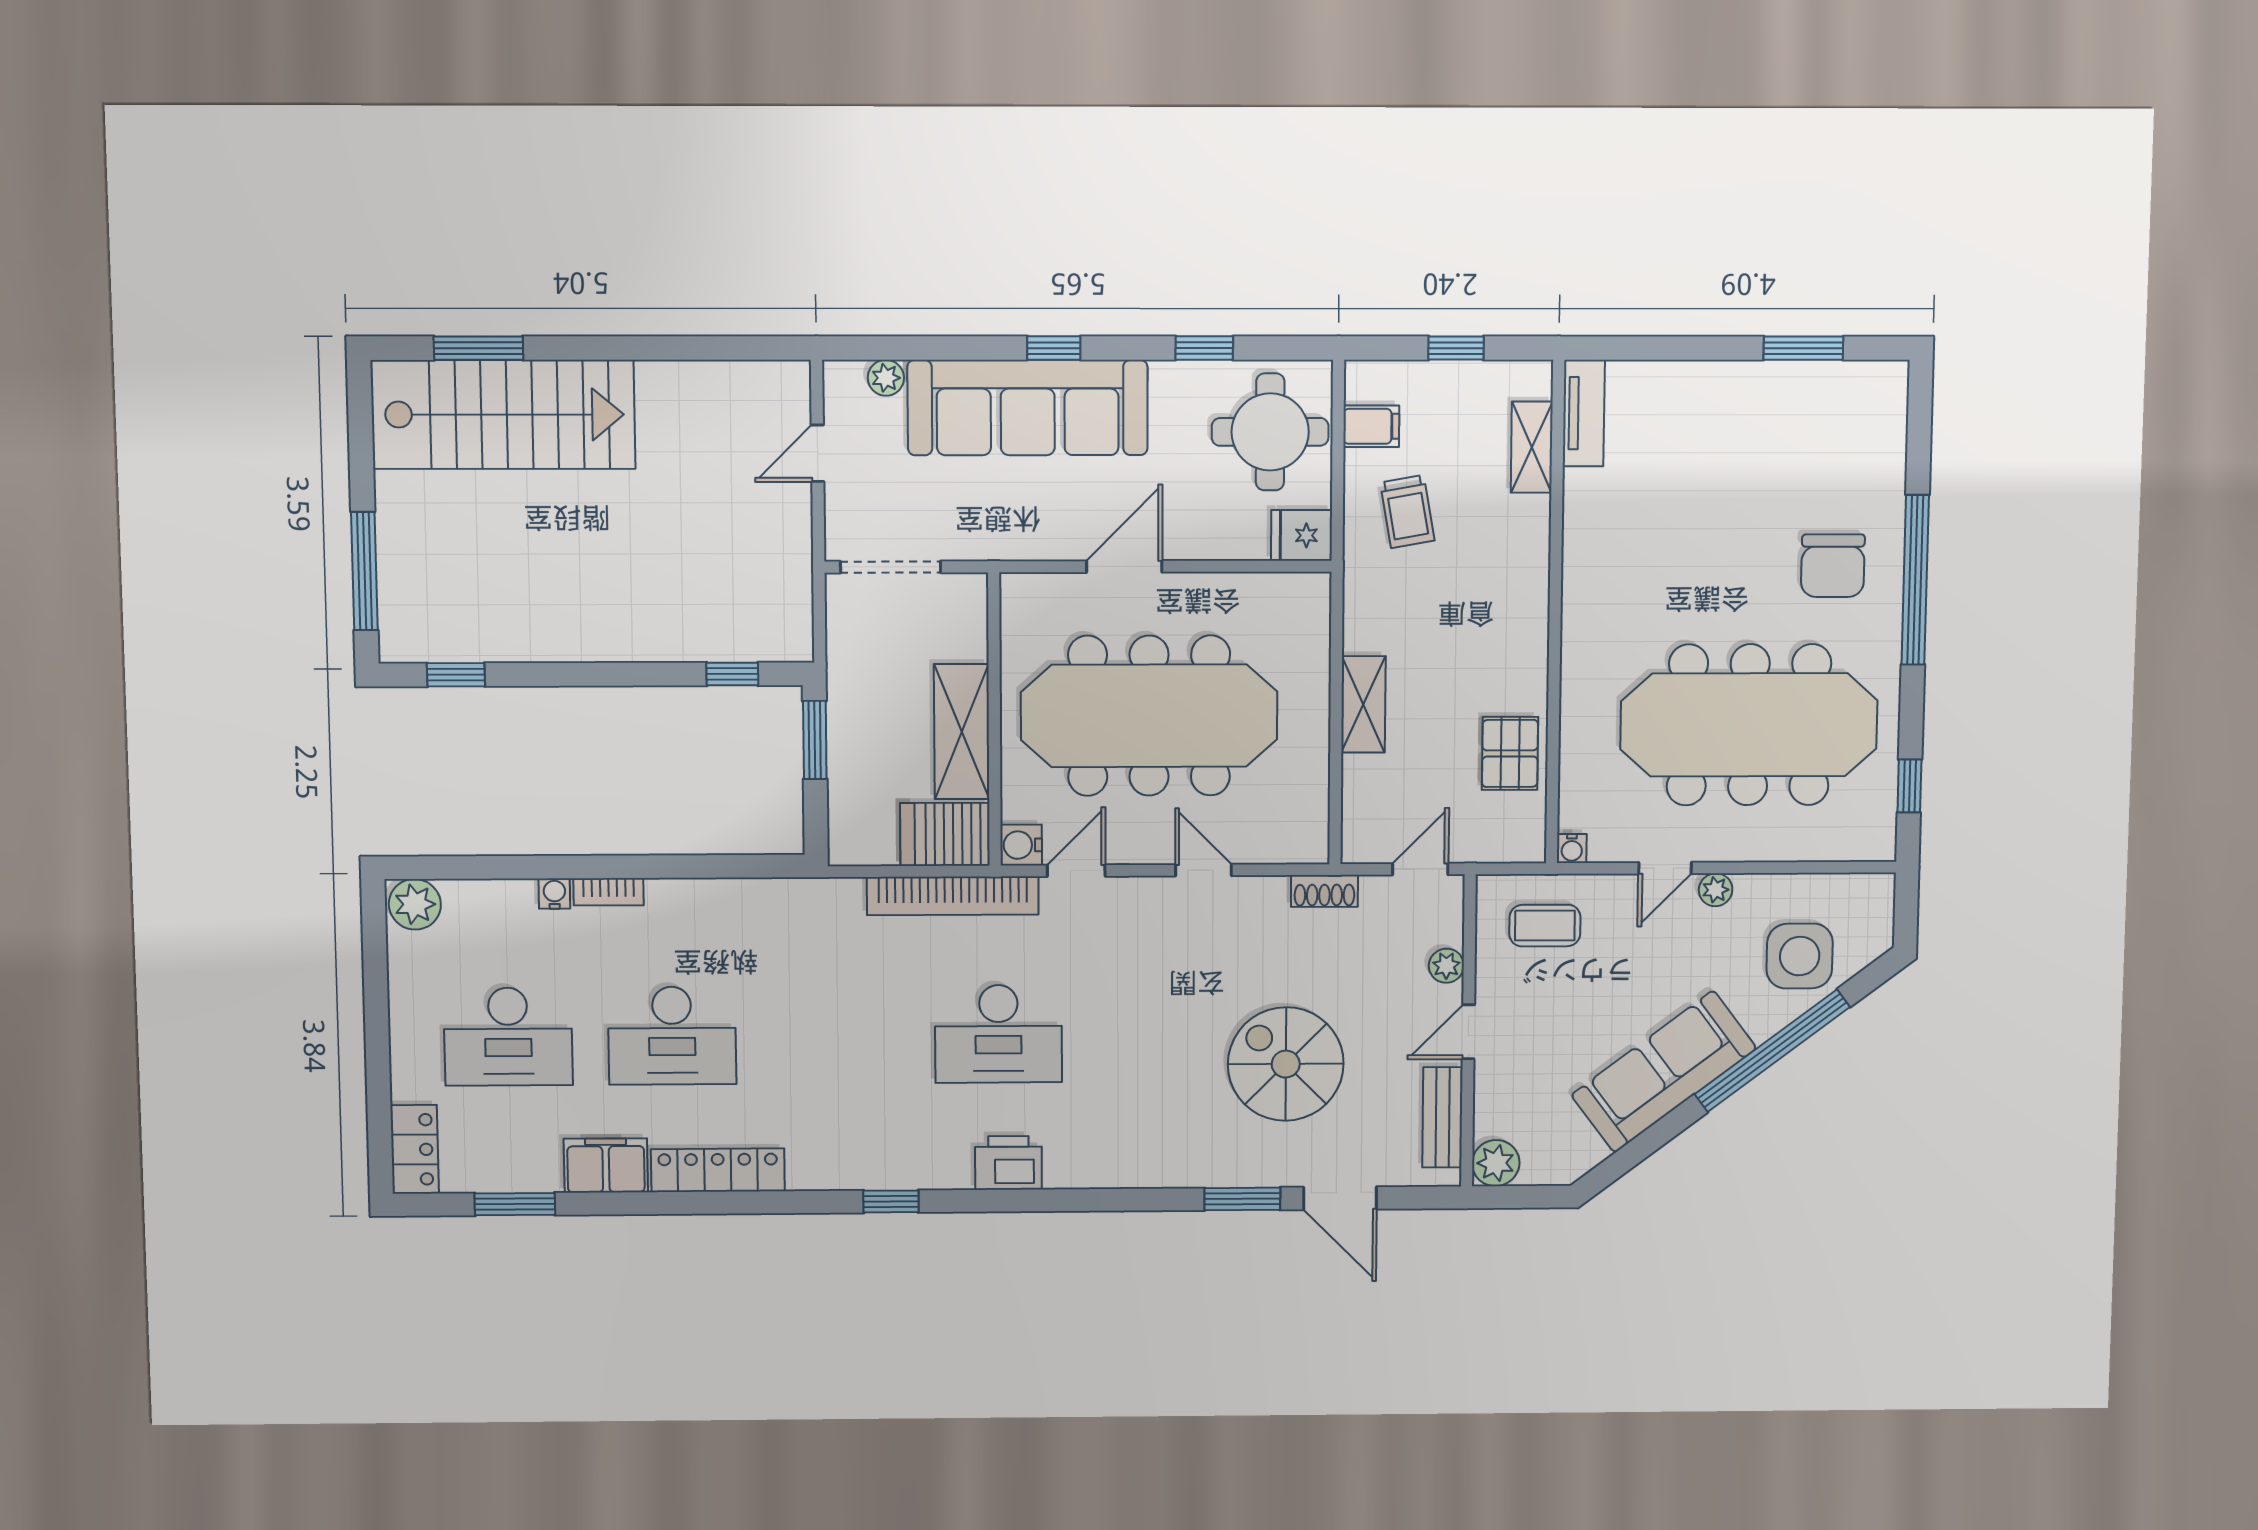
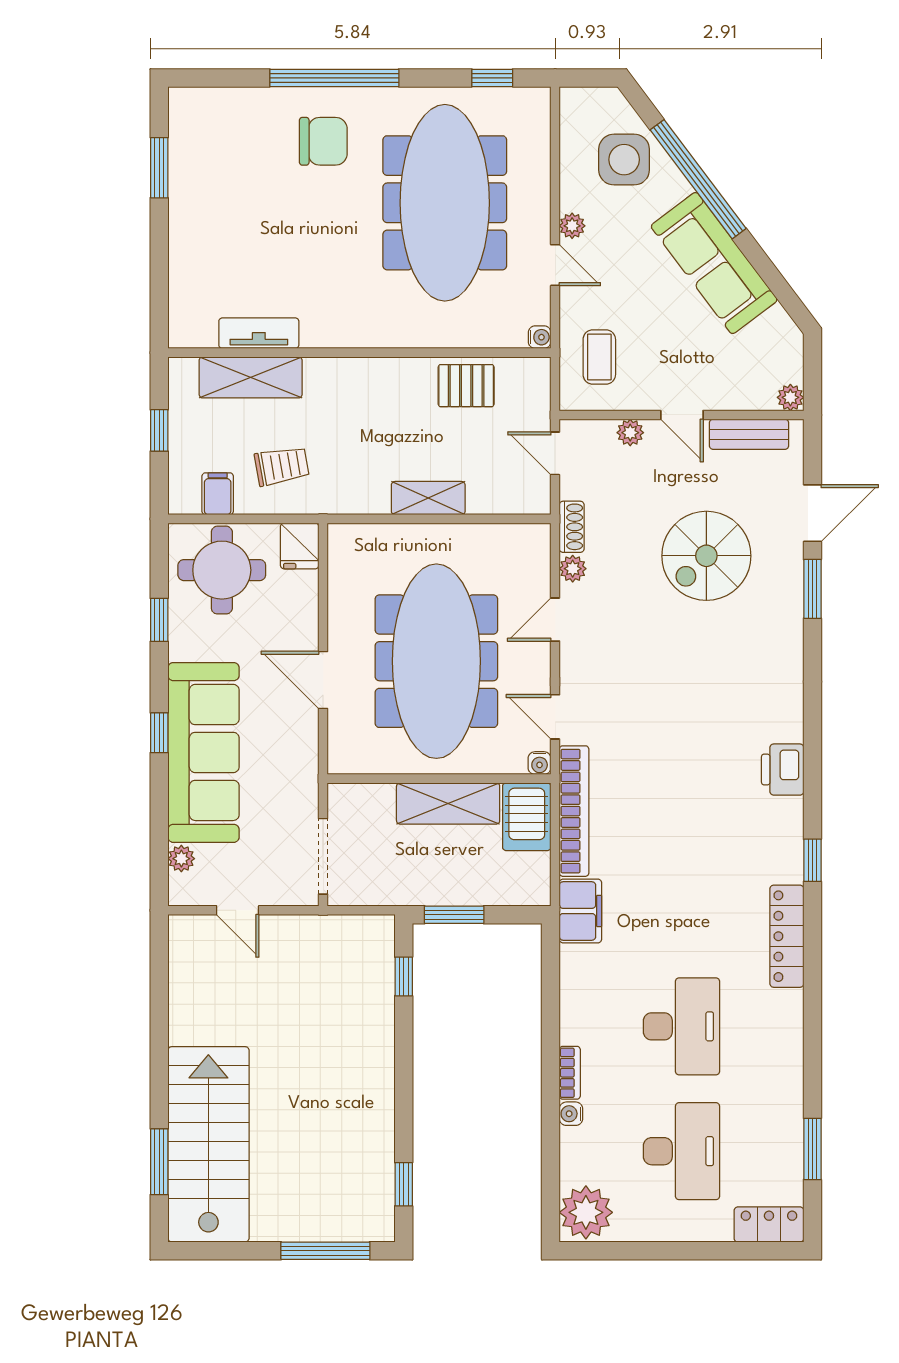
tv unit: (1584, 413) -> (259, 333), moved
shelving: (1532, 447) -> (251, 377), width x1.50, depth x1.33
water cooler: (1021, 845) -> (540, 763), width x0.72, depth x0.72
plant: (1270, 893) -> (573, 569), added
plant: (415, 904) -> (586, 1212), width x1.36, depth x1.36
desk: (998, 1034) -> (681, 777), removed
plant: (1496, 1163) -> (790, 397), width x0.73, depth x0.73
filing cabinet: (606, 1165) -> (580, 911), moved, turned 180
locker: (718, 1170) -> (787, 936), moved

